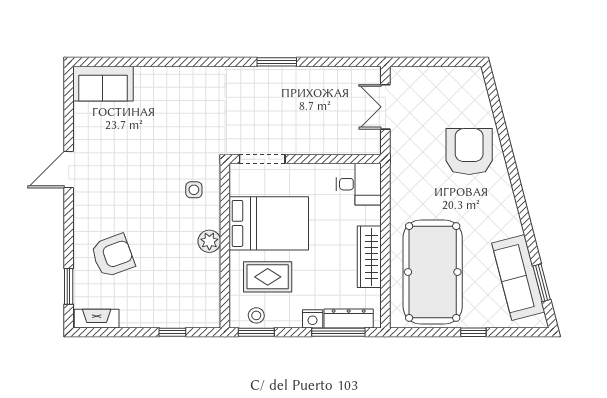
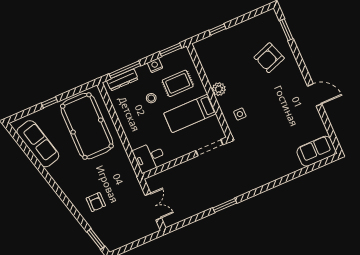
armchair: (469, 151) -> (96, 202), width x0.53, depth x0.53
door: (69, 170) -> (315, 95), hinge flipped
bed: (269, 223) -> (190, 113), width x0.67
wardrobe: (369, 257) -> (126, 119), removed
window: (542, 283) -> (96, 239), moved
stool: (256, 315) -> (151, 98), moved
fireplace: (97, 319) -> (263, 19), removed
nightstand: (313, 319) -> (155, 65), moved

